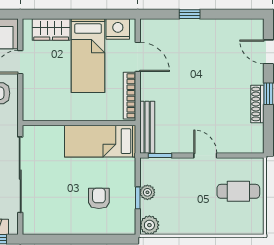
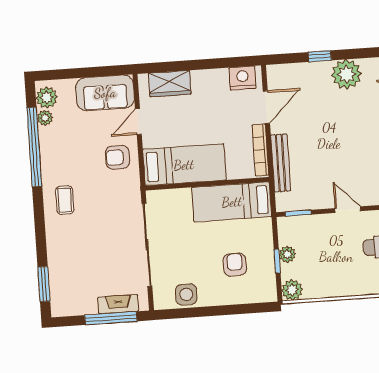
plant: (213, 32) -> (346, 74), added
bed: (88, 56) -> (184, 165), moved, turned -90
door: (138, 57) -> (266, 107), hinge flipped
bench: (147, 127) -> (281, 163), moved
side table: (53, 222) -> (186, 294), added

